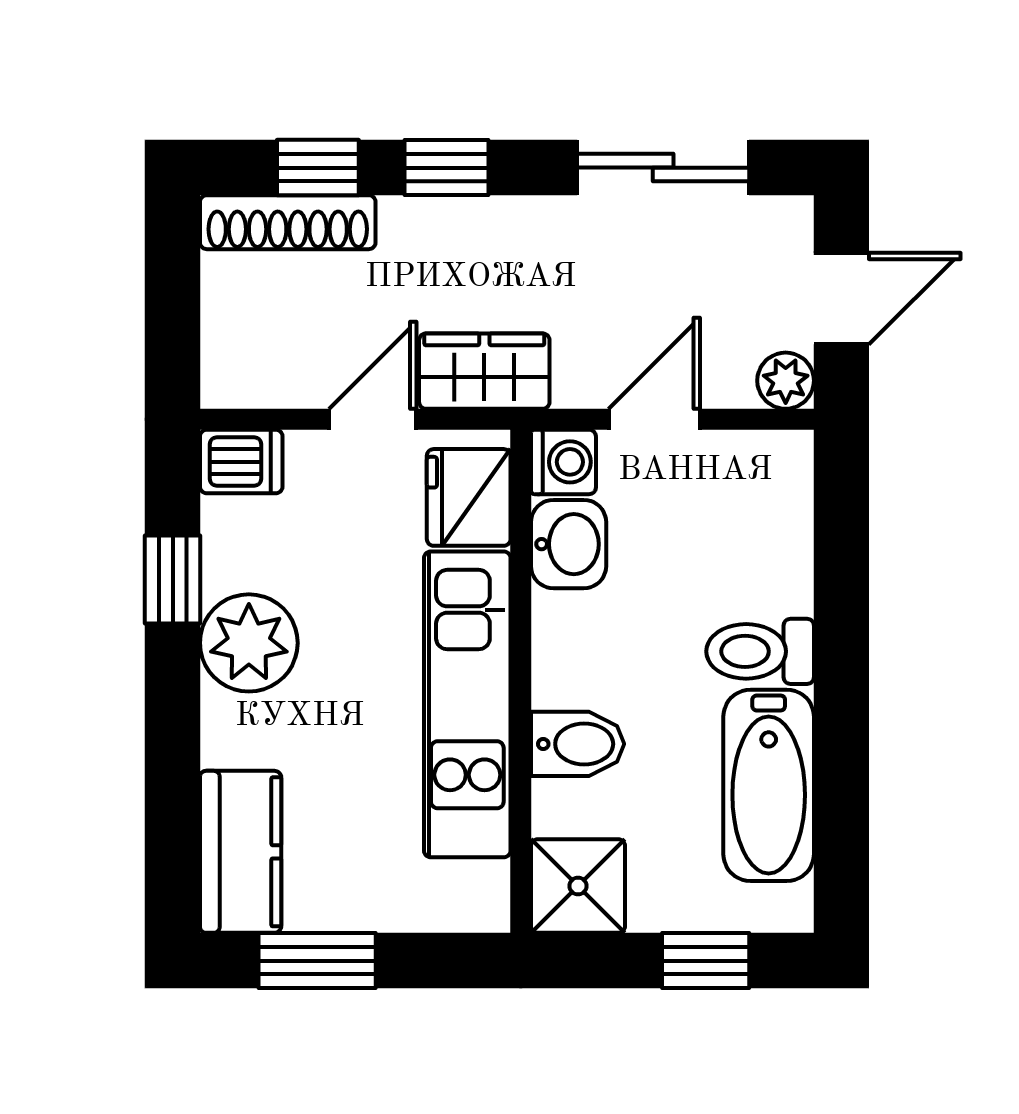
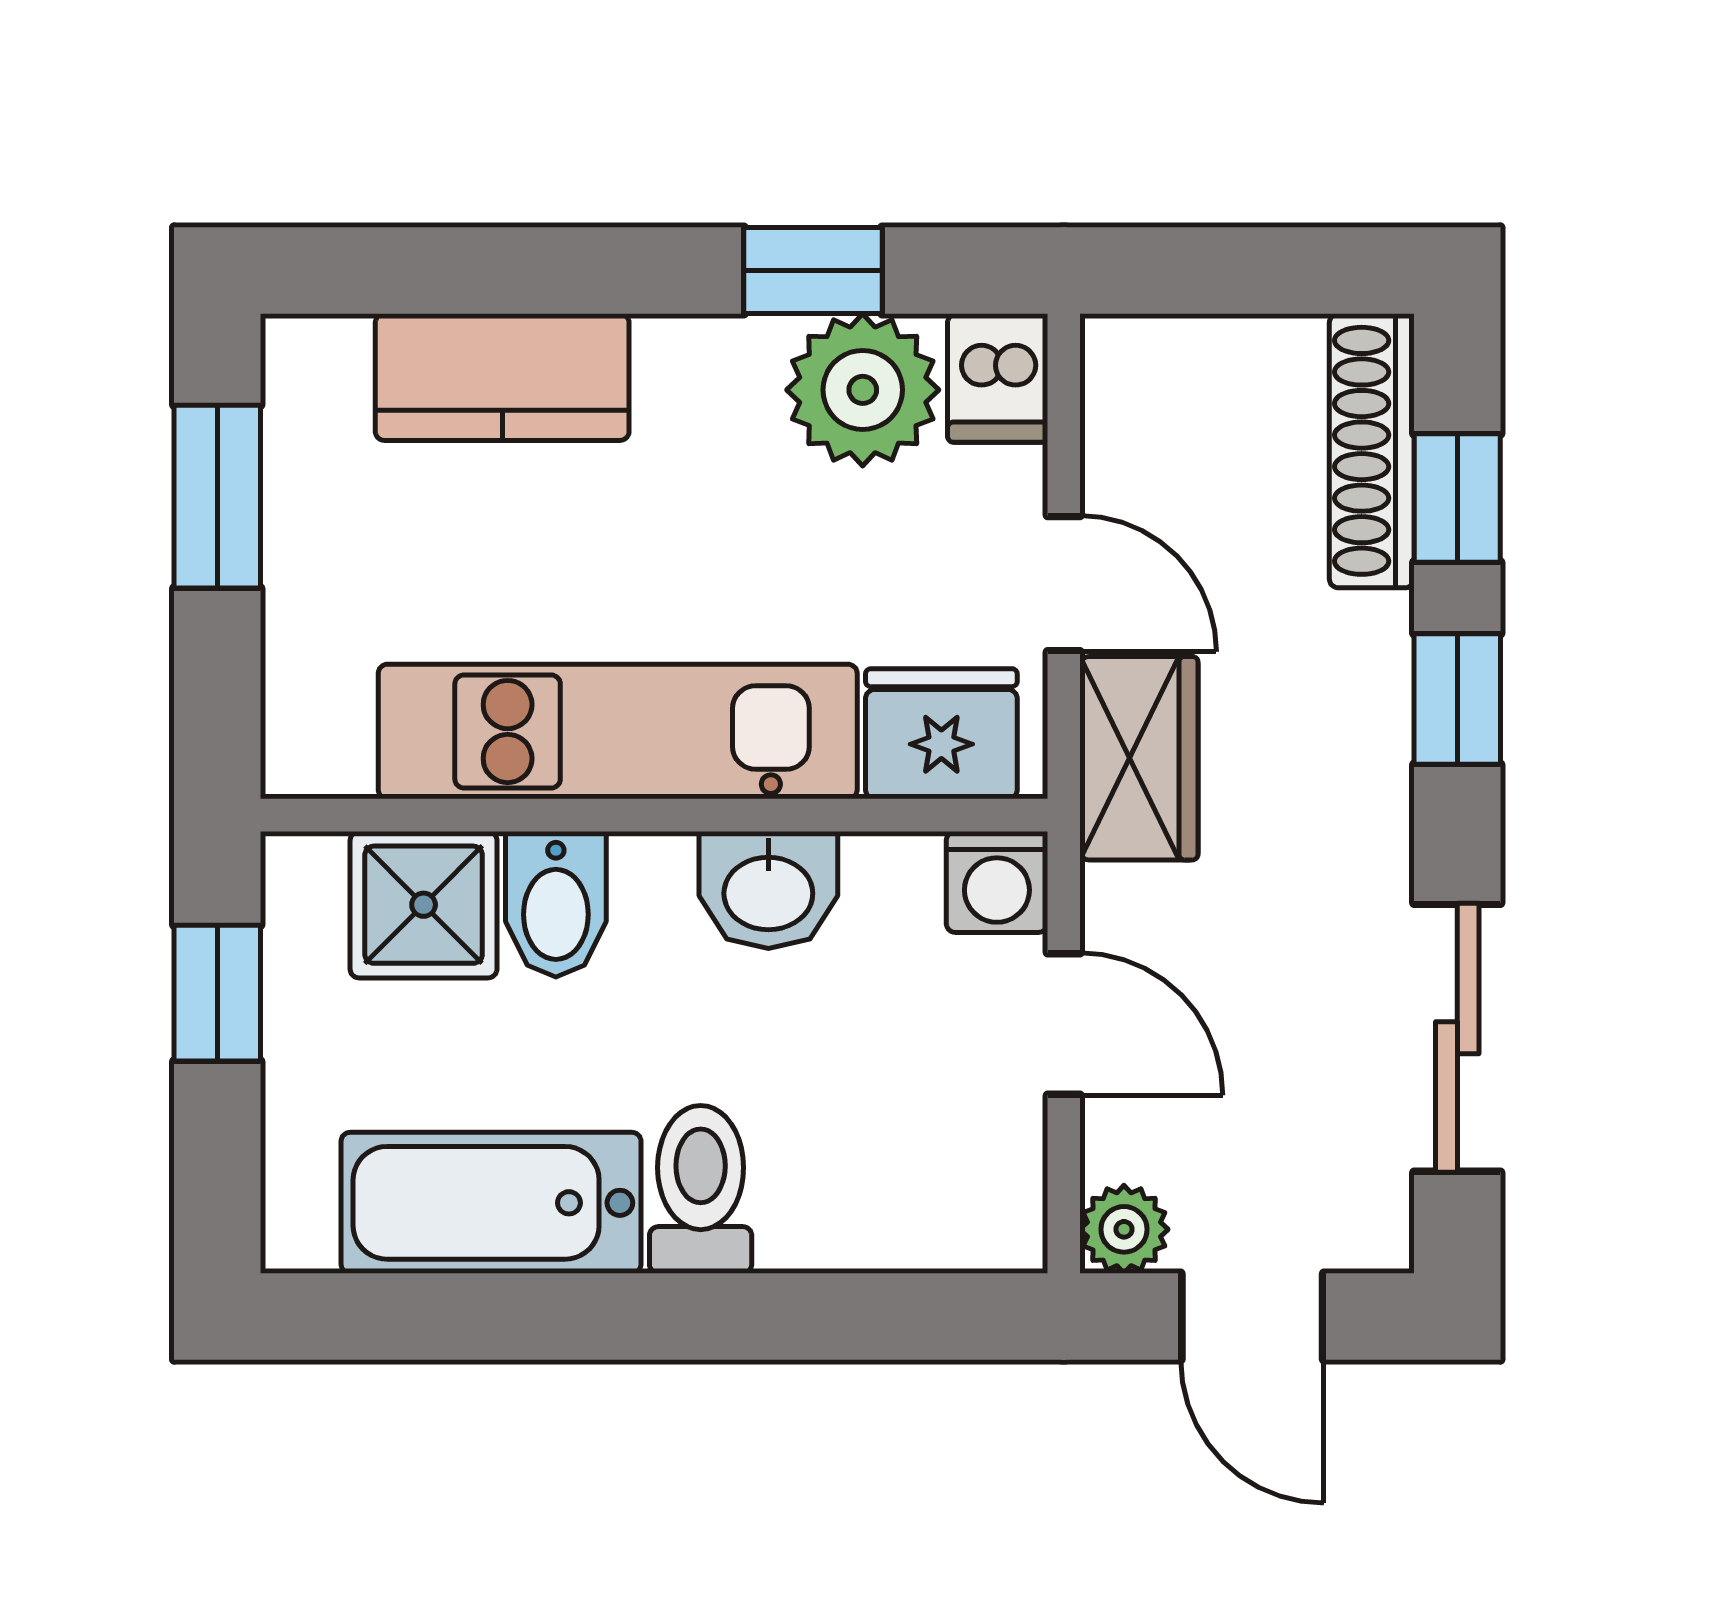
washbasin: (569, 544) -> (768, 890), moved
plant: (249, 643) -> (863, 390), moved
kitchen counter: (241, 852) -> (502, 377), moved
shower: (578, 886) -> (424, 905), moved
window: (706, 961) -> (217, 993), moved

